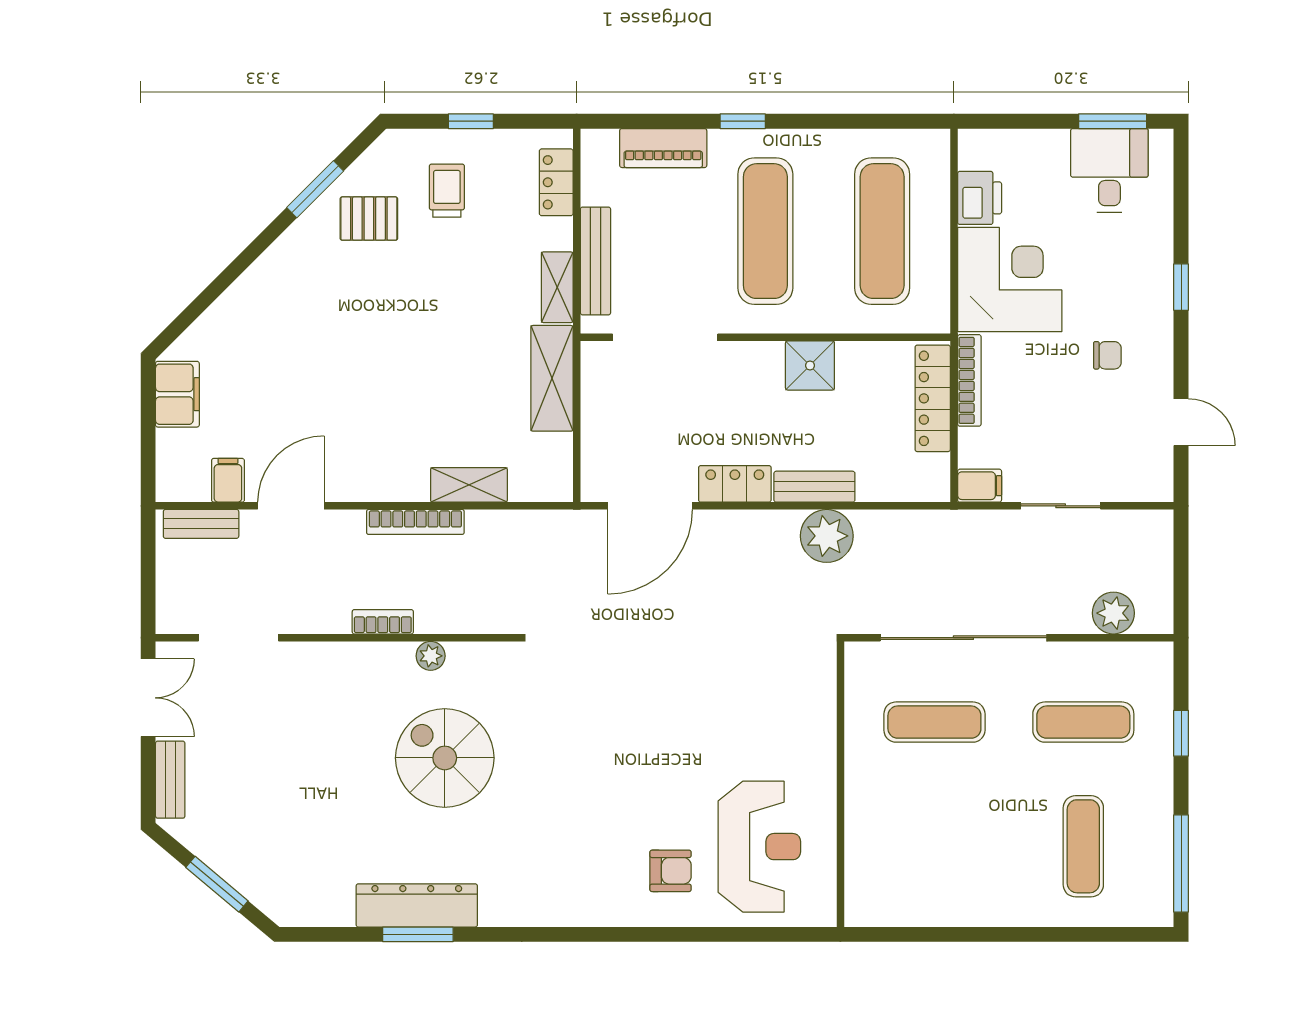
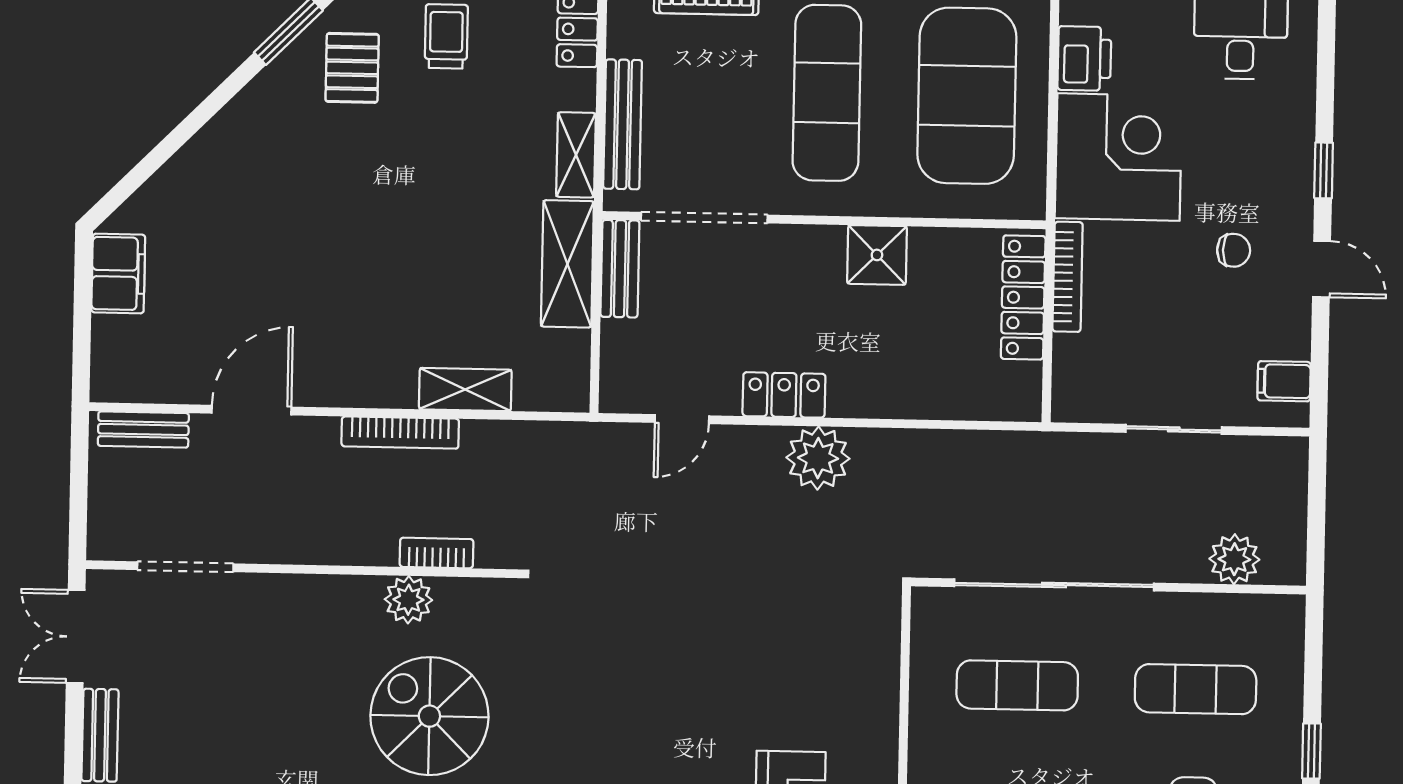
pallet: (369, 219) -> (352, 68), turned 90
exercise mat: (882, 231) -> (967, 96), width x1.47
door: (1181, 422) -> (1322, 269), moved
filing cabinet: (228, 480) -> (177, 378), removed
filing cabinet: (980, 486) -> (1284, 381), moved, turned 180
bench: (814, 487) -> (620, 269), moved, turned 90
door: (650, 506) -> (682, 419), width x0.53
plant: (827, 536) -> (818, 458), moved
bookcase: (383, 622) -> (437, 553), moved
plant: (431, 656) -> (408, 600), width x1.38, depth x1.38
double door: (148, 698) -> (76, 637), swing flipped
window: (1181, 733) -> (1311, 751), moved

